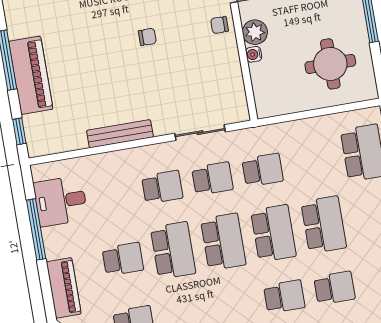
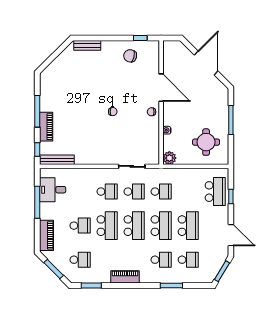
plant: (255, 32) -> (169, 158), moved
piano: (31, 75) -> (46, 127), width x0.73, depth x0.75
bench: (120, 134) -> (57, 160), moved

